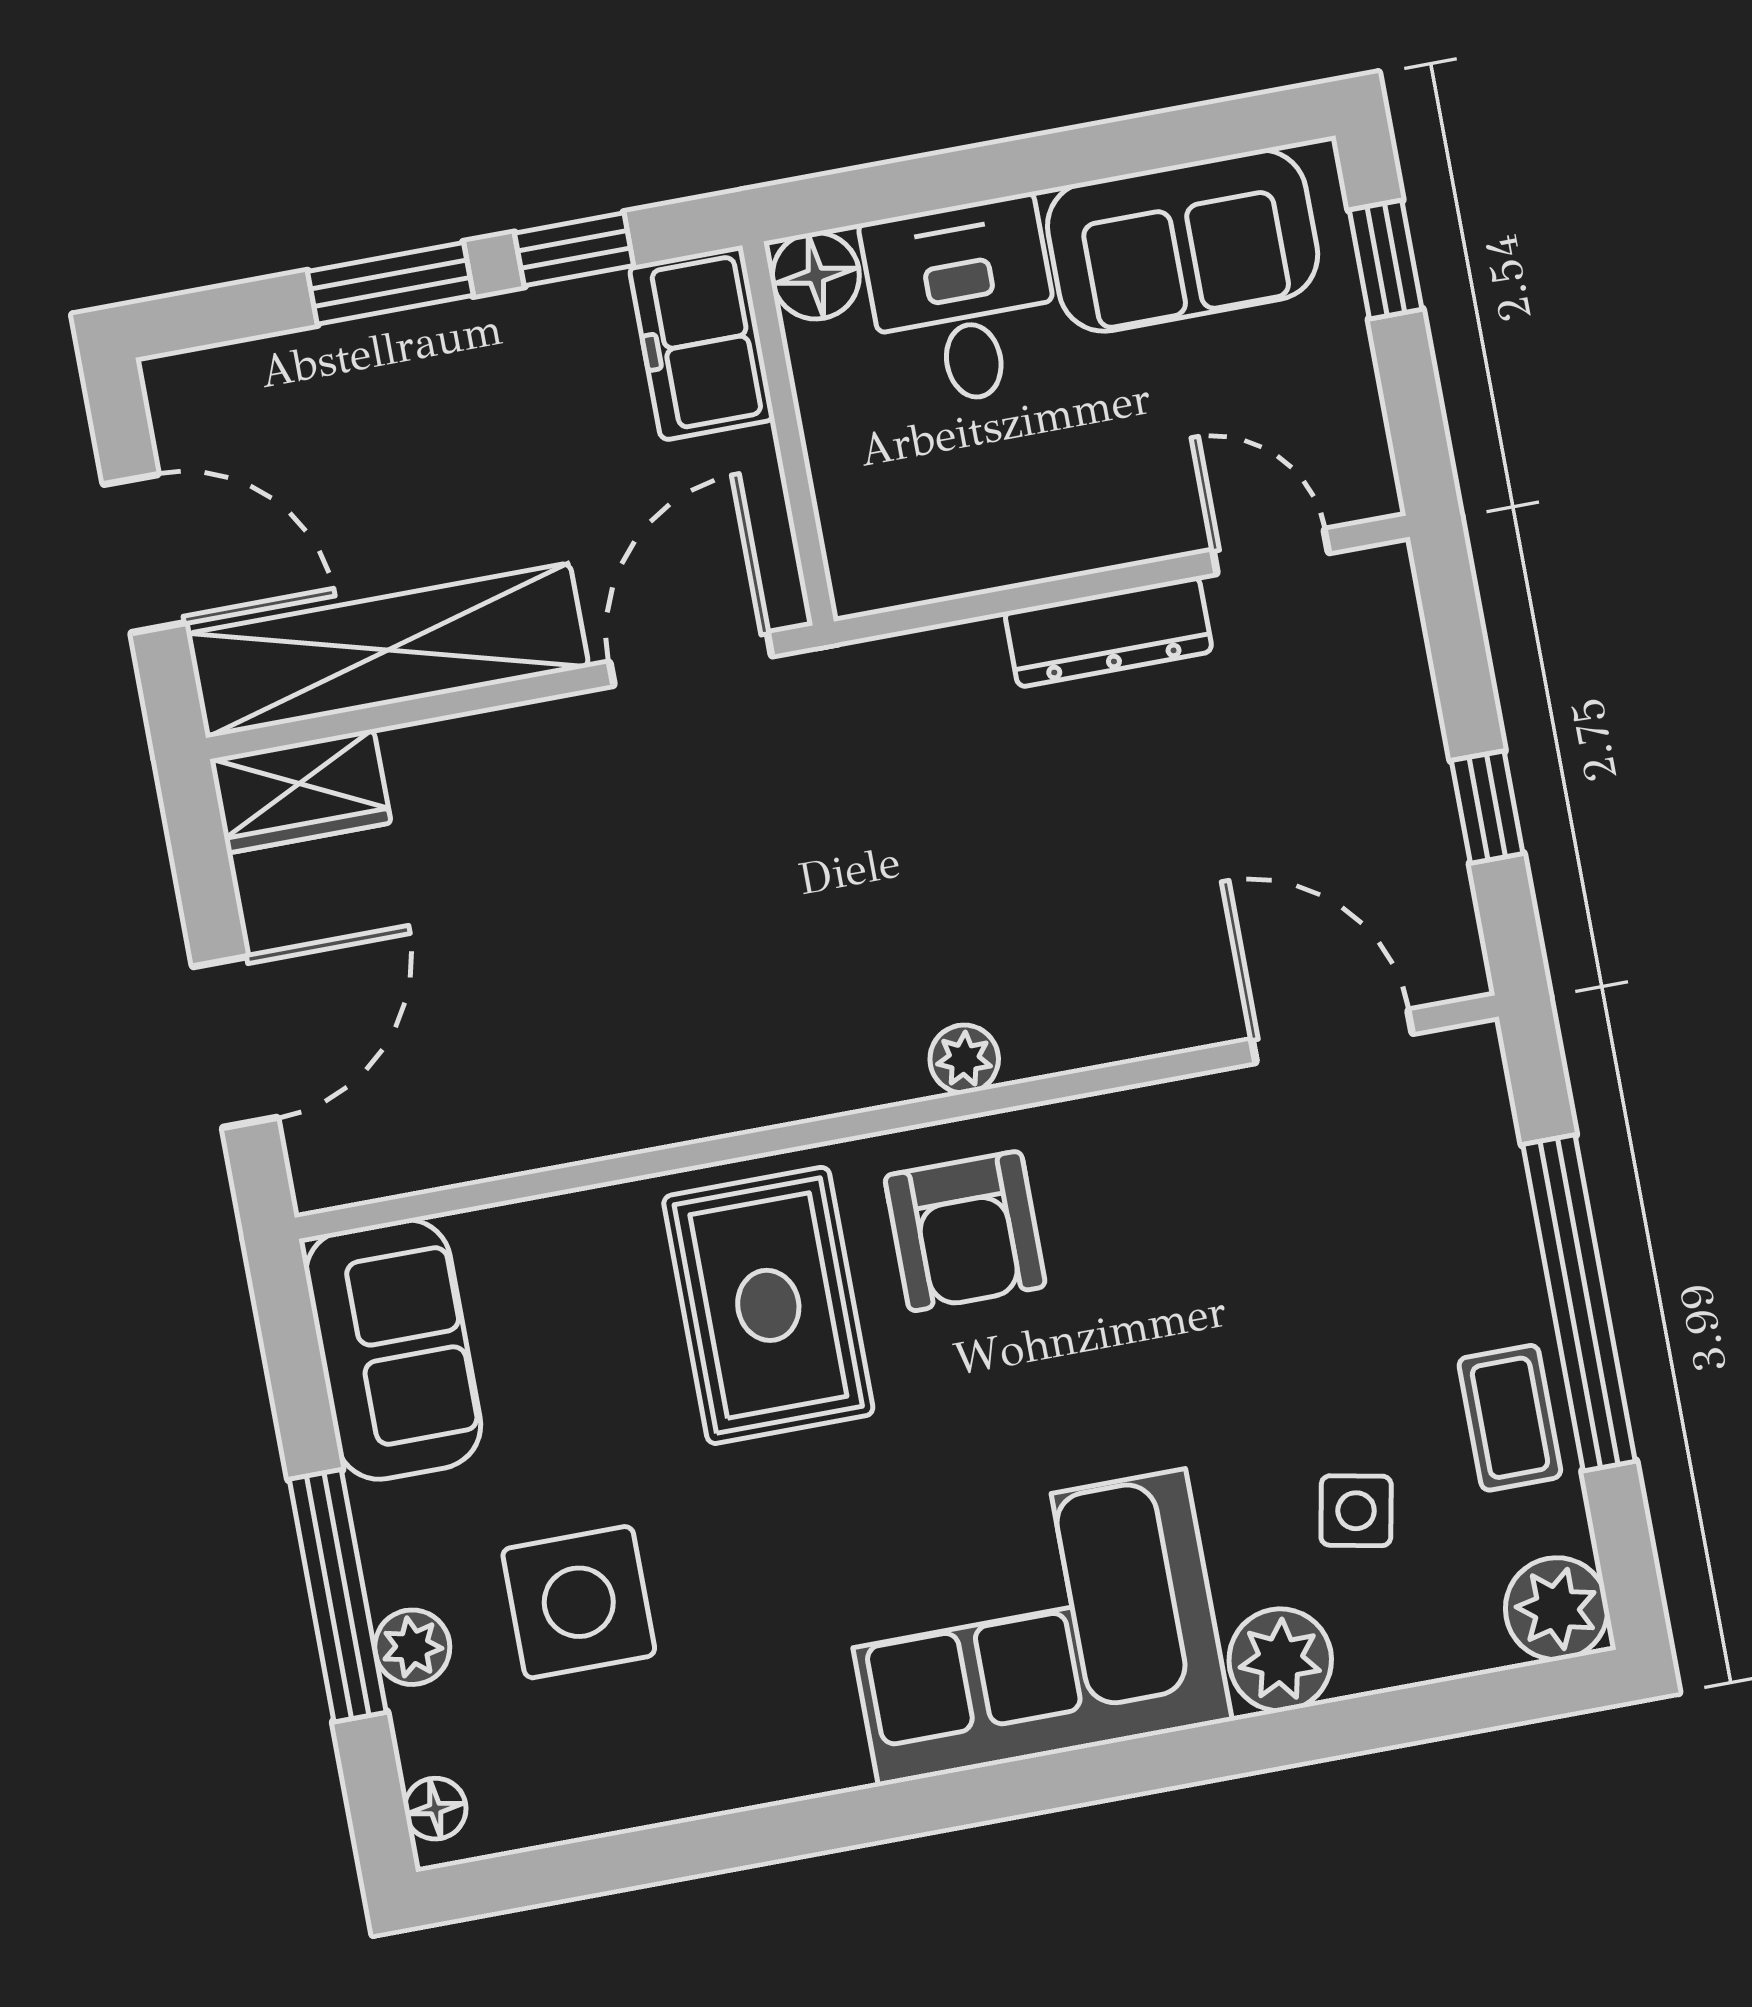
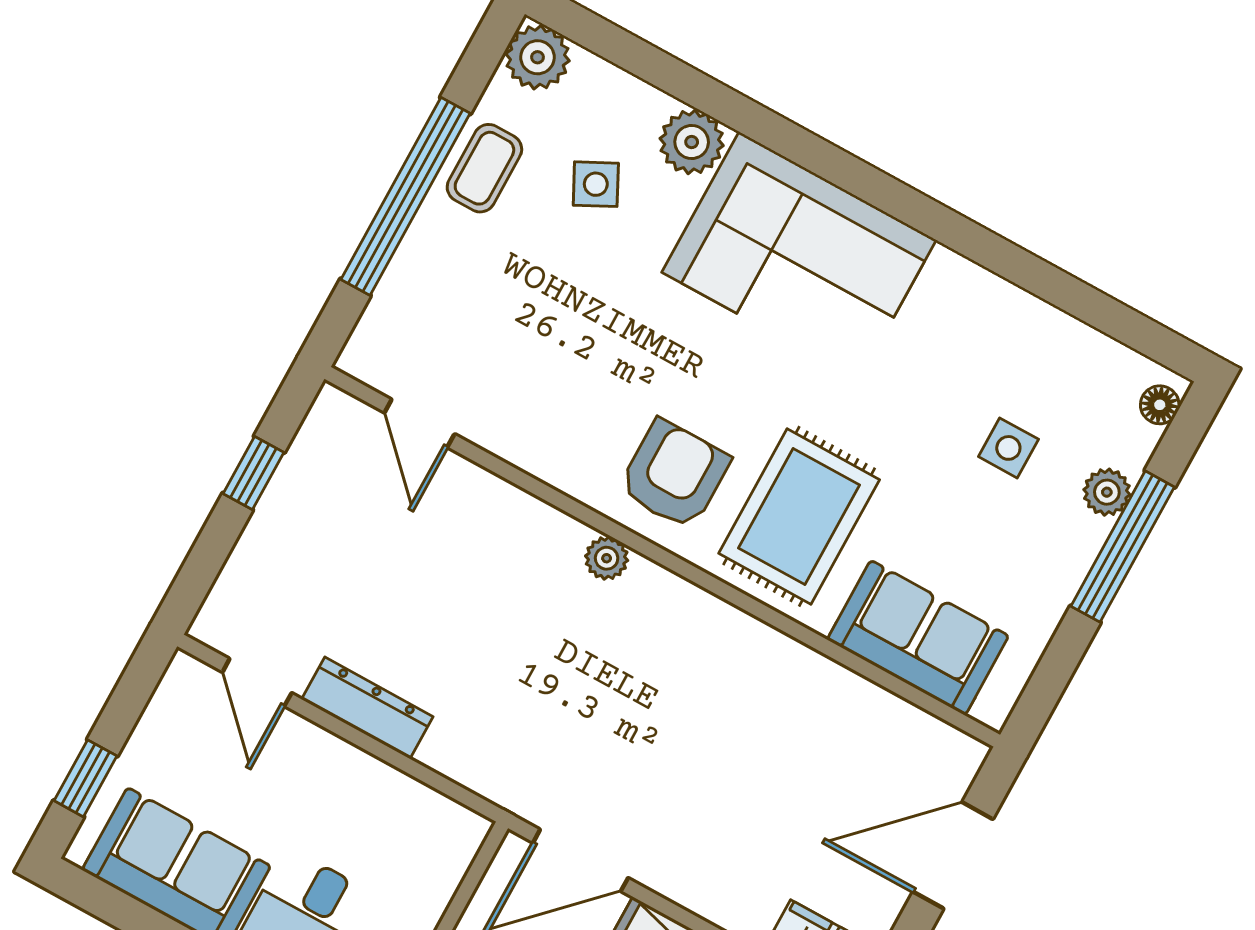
door: (1332, 1036) -> (419, 423), width x0.73
sofa: (393, 1349) -> (918, 638), moved, turned 90
side table: (1356, 1511) -> (596, 184), turned -38
side table: (579, 1602) -> (1008, 448), width x0.54, depth x0.54

